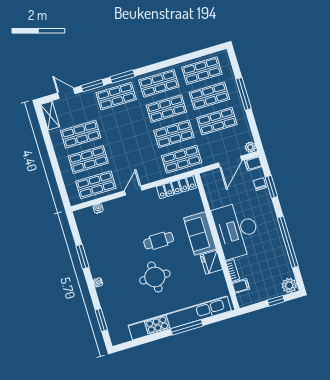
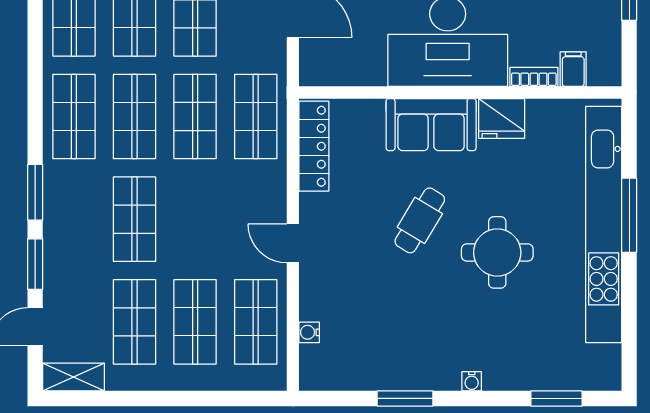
shop shelf: (116, 96) -> (135, 219), moved
cafe table: (159, 241) -> (420, 220), turned 31

